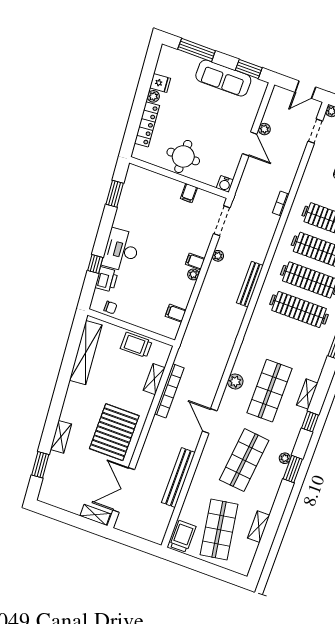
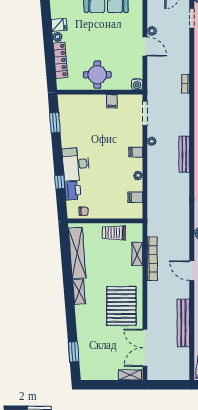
plant: (193, 274) -> (138, 176), moved
shelving: (61, 437) -> (79, 292), moved

